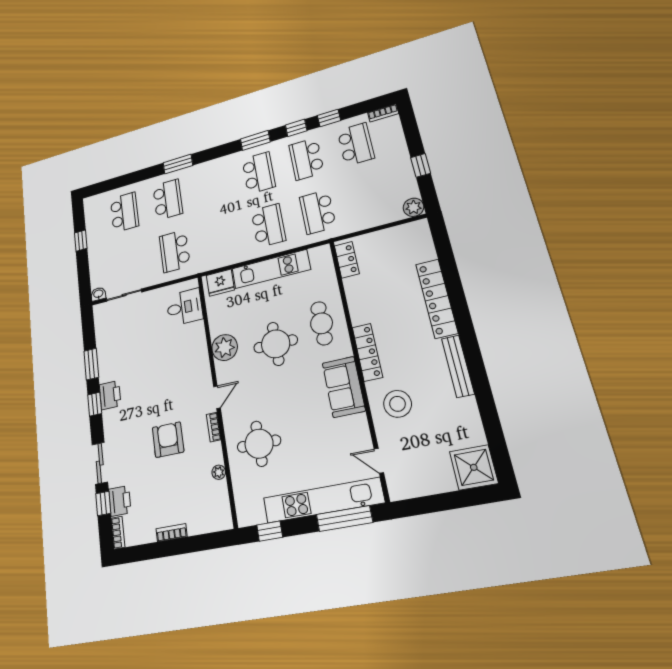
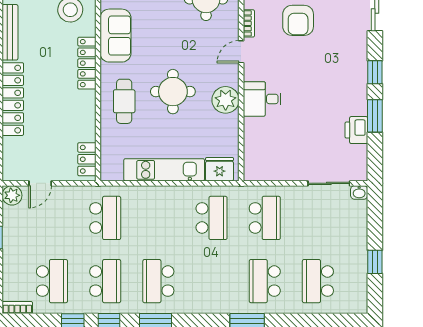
school desk: (356, 144) -> (52, 281), turned 180
school desk: (268, 225) -> (212, 218), moved, turned 180
door: (388, 226) -> (40, 183), added
desk: (184, 307) -> (262, 99), moved
printer: (110, 395) -> (356, 130), moved

